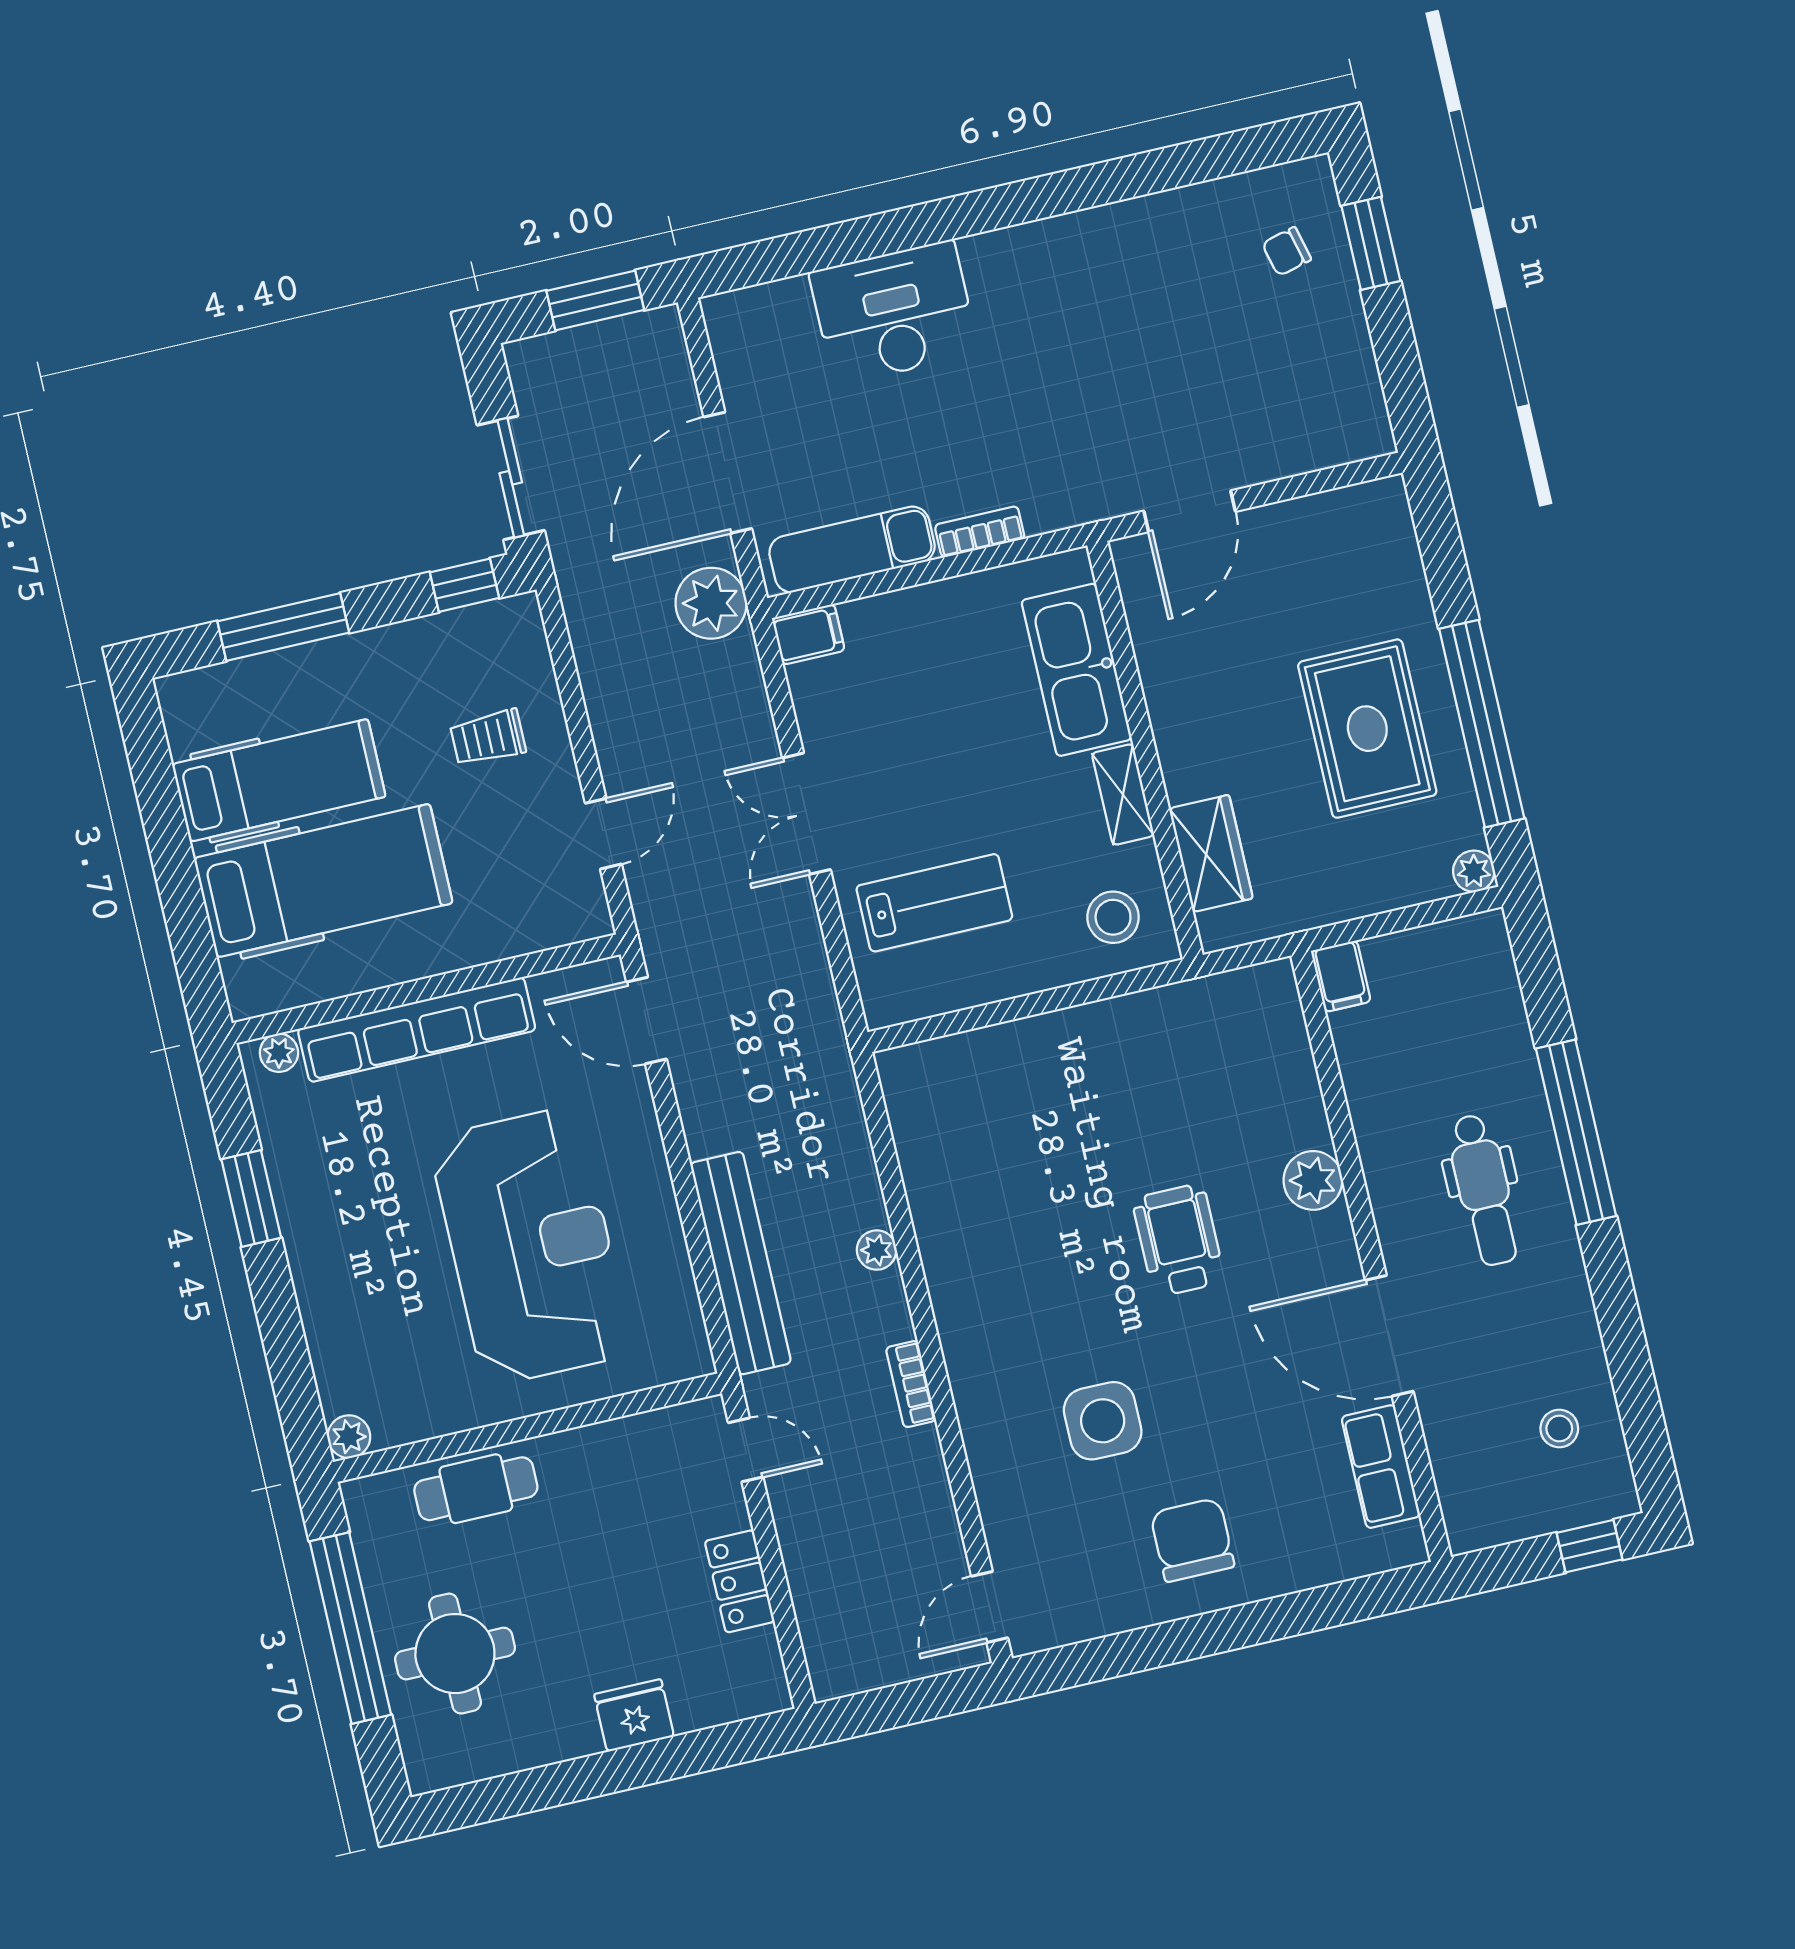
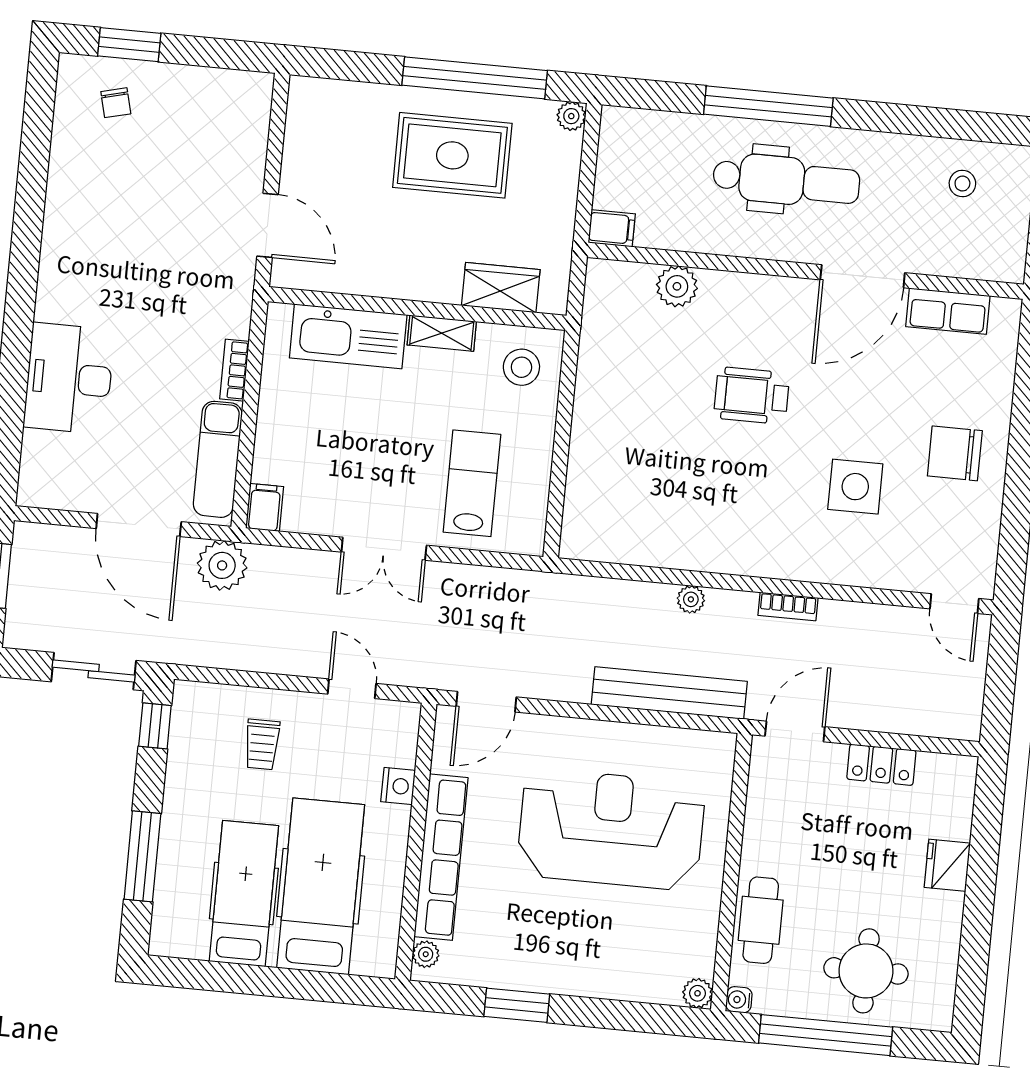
nightstand: (493, 940) -> (398, 786), added
plant: (1313, 1180) -> (677, 286), moved
dental chair: (1484, 1190) -> (786, 181), width x1.36, depth x1.38
door: (746, 1450) -> (795, 731), width x1.37
water cooler: (359, 1495) -> (739, 1000), added

